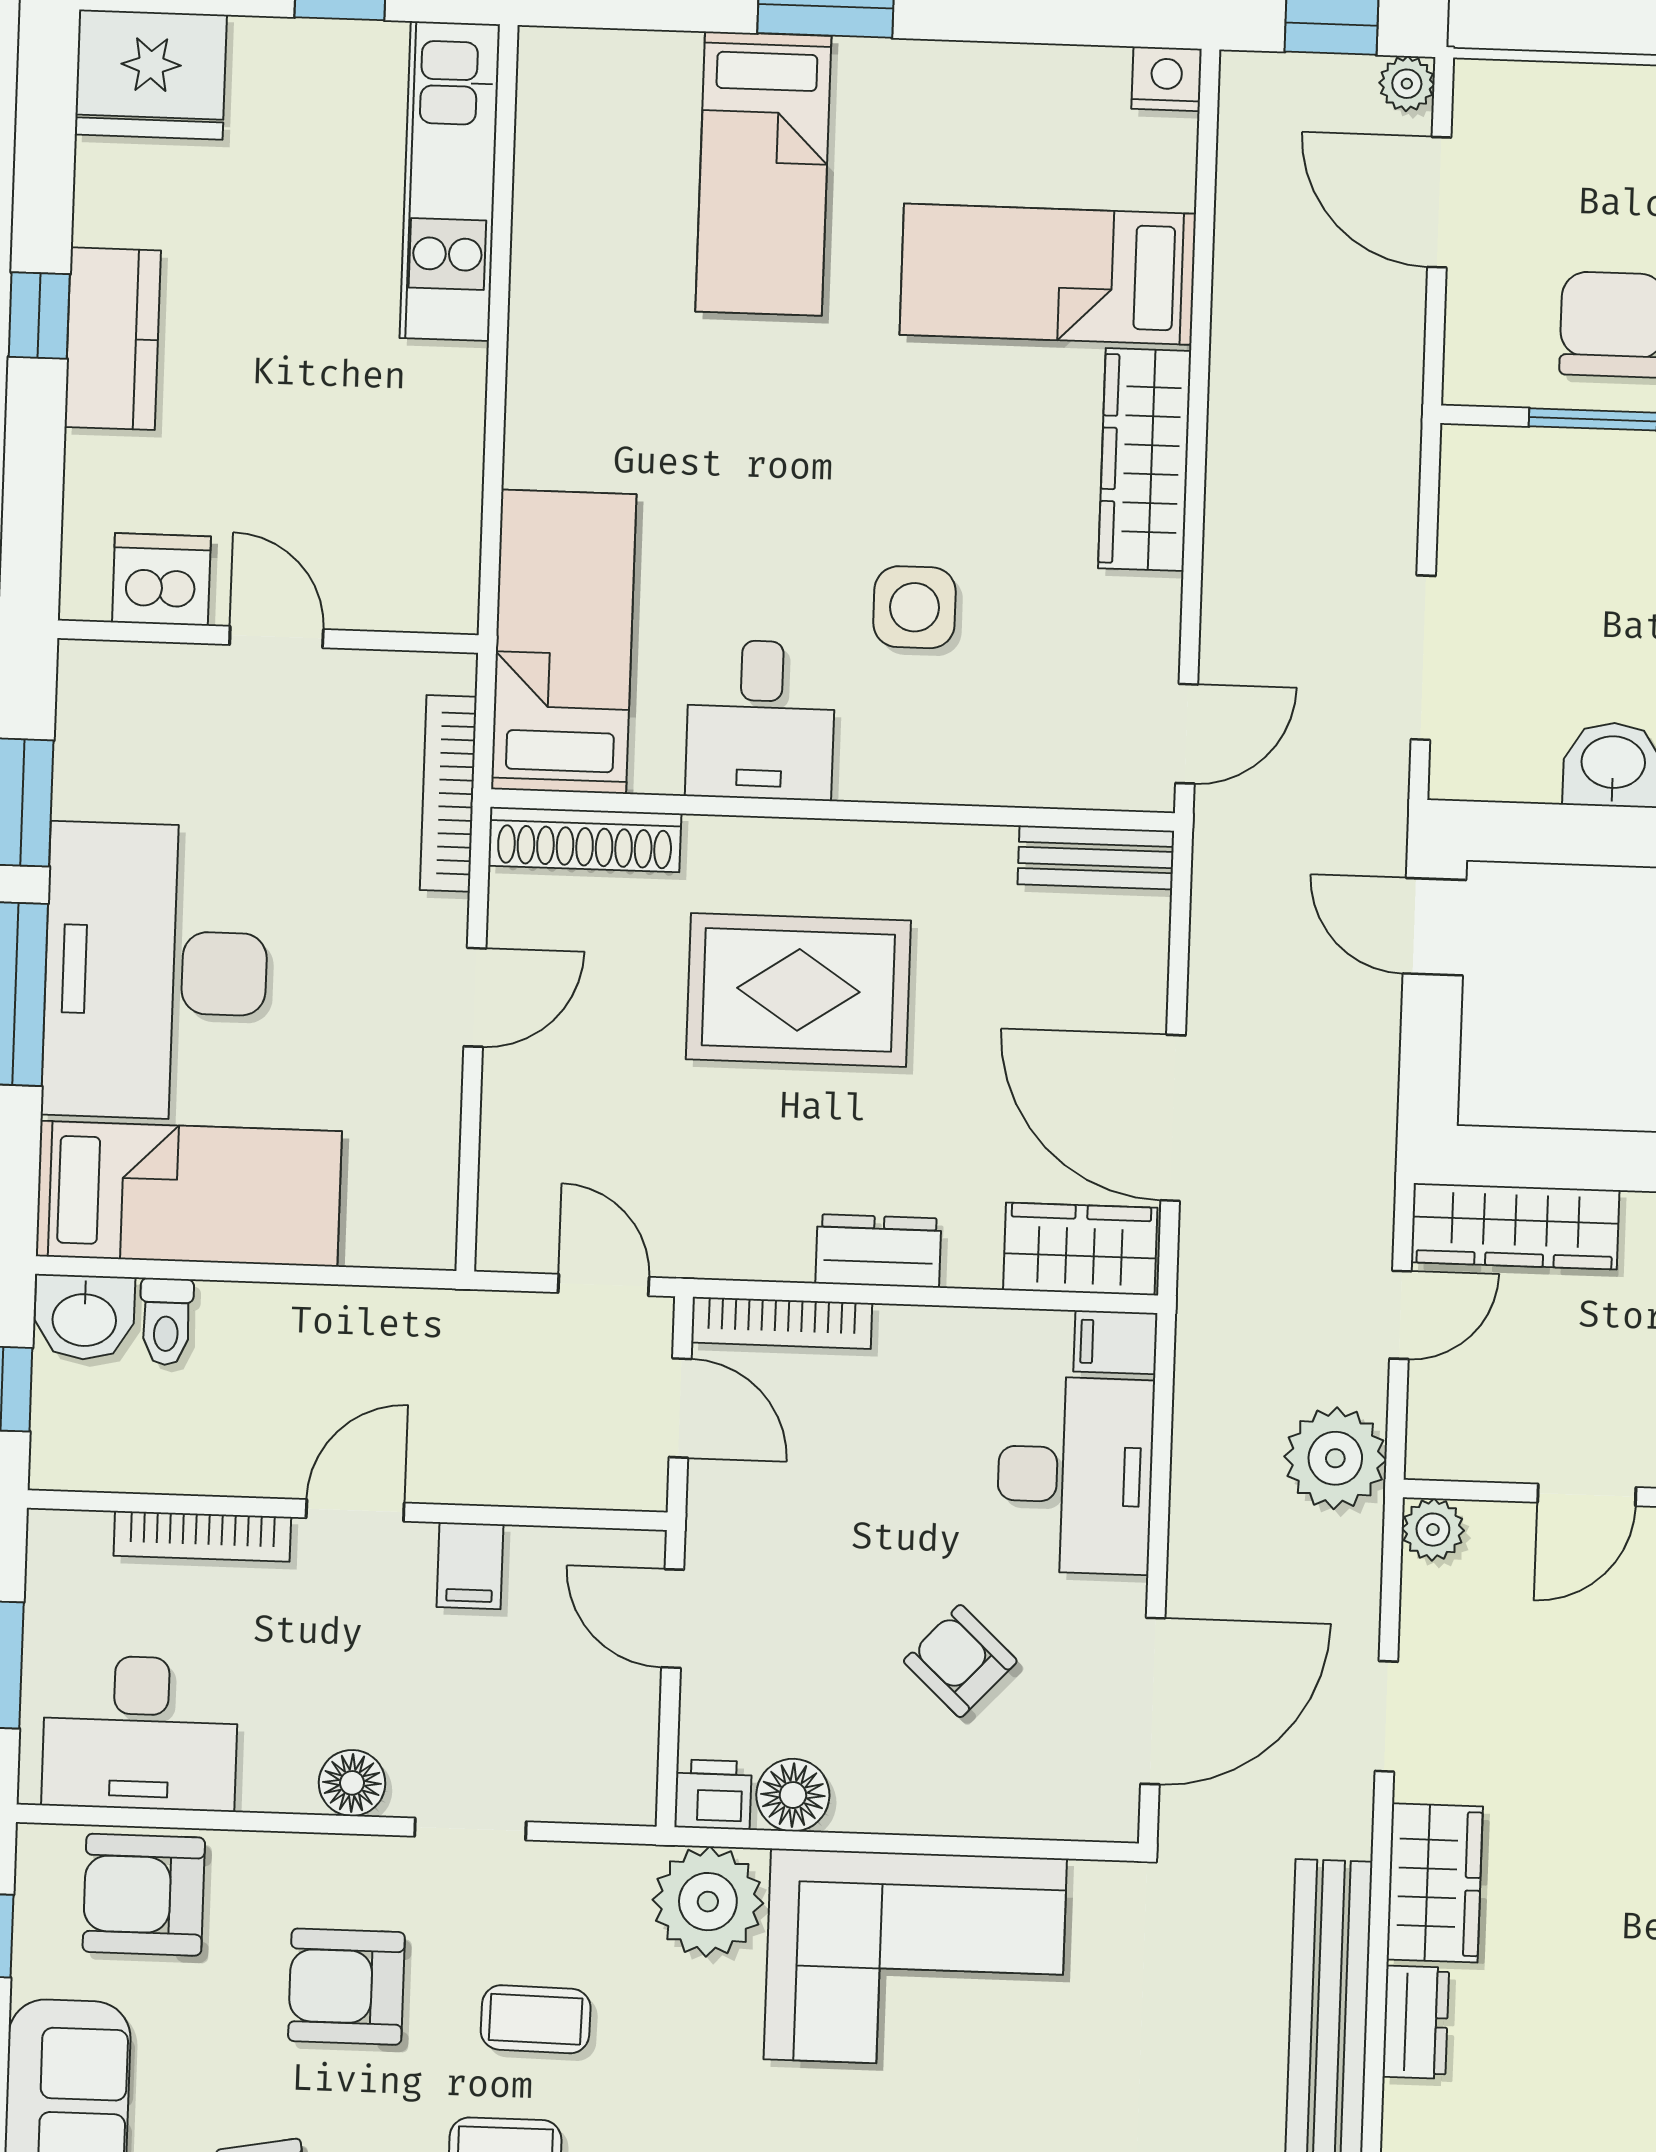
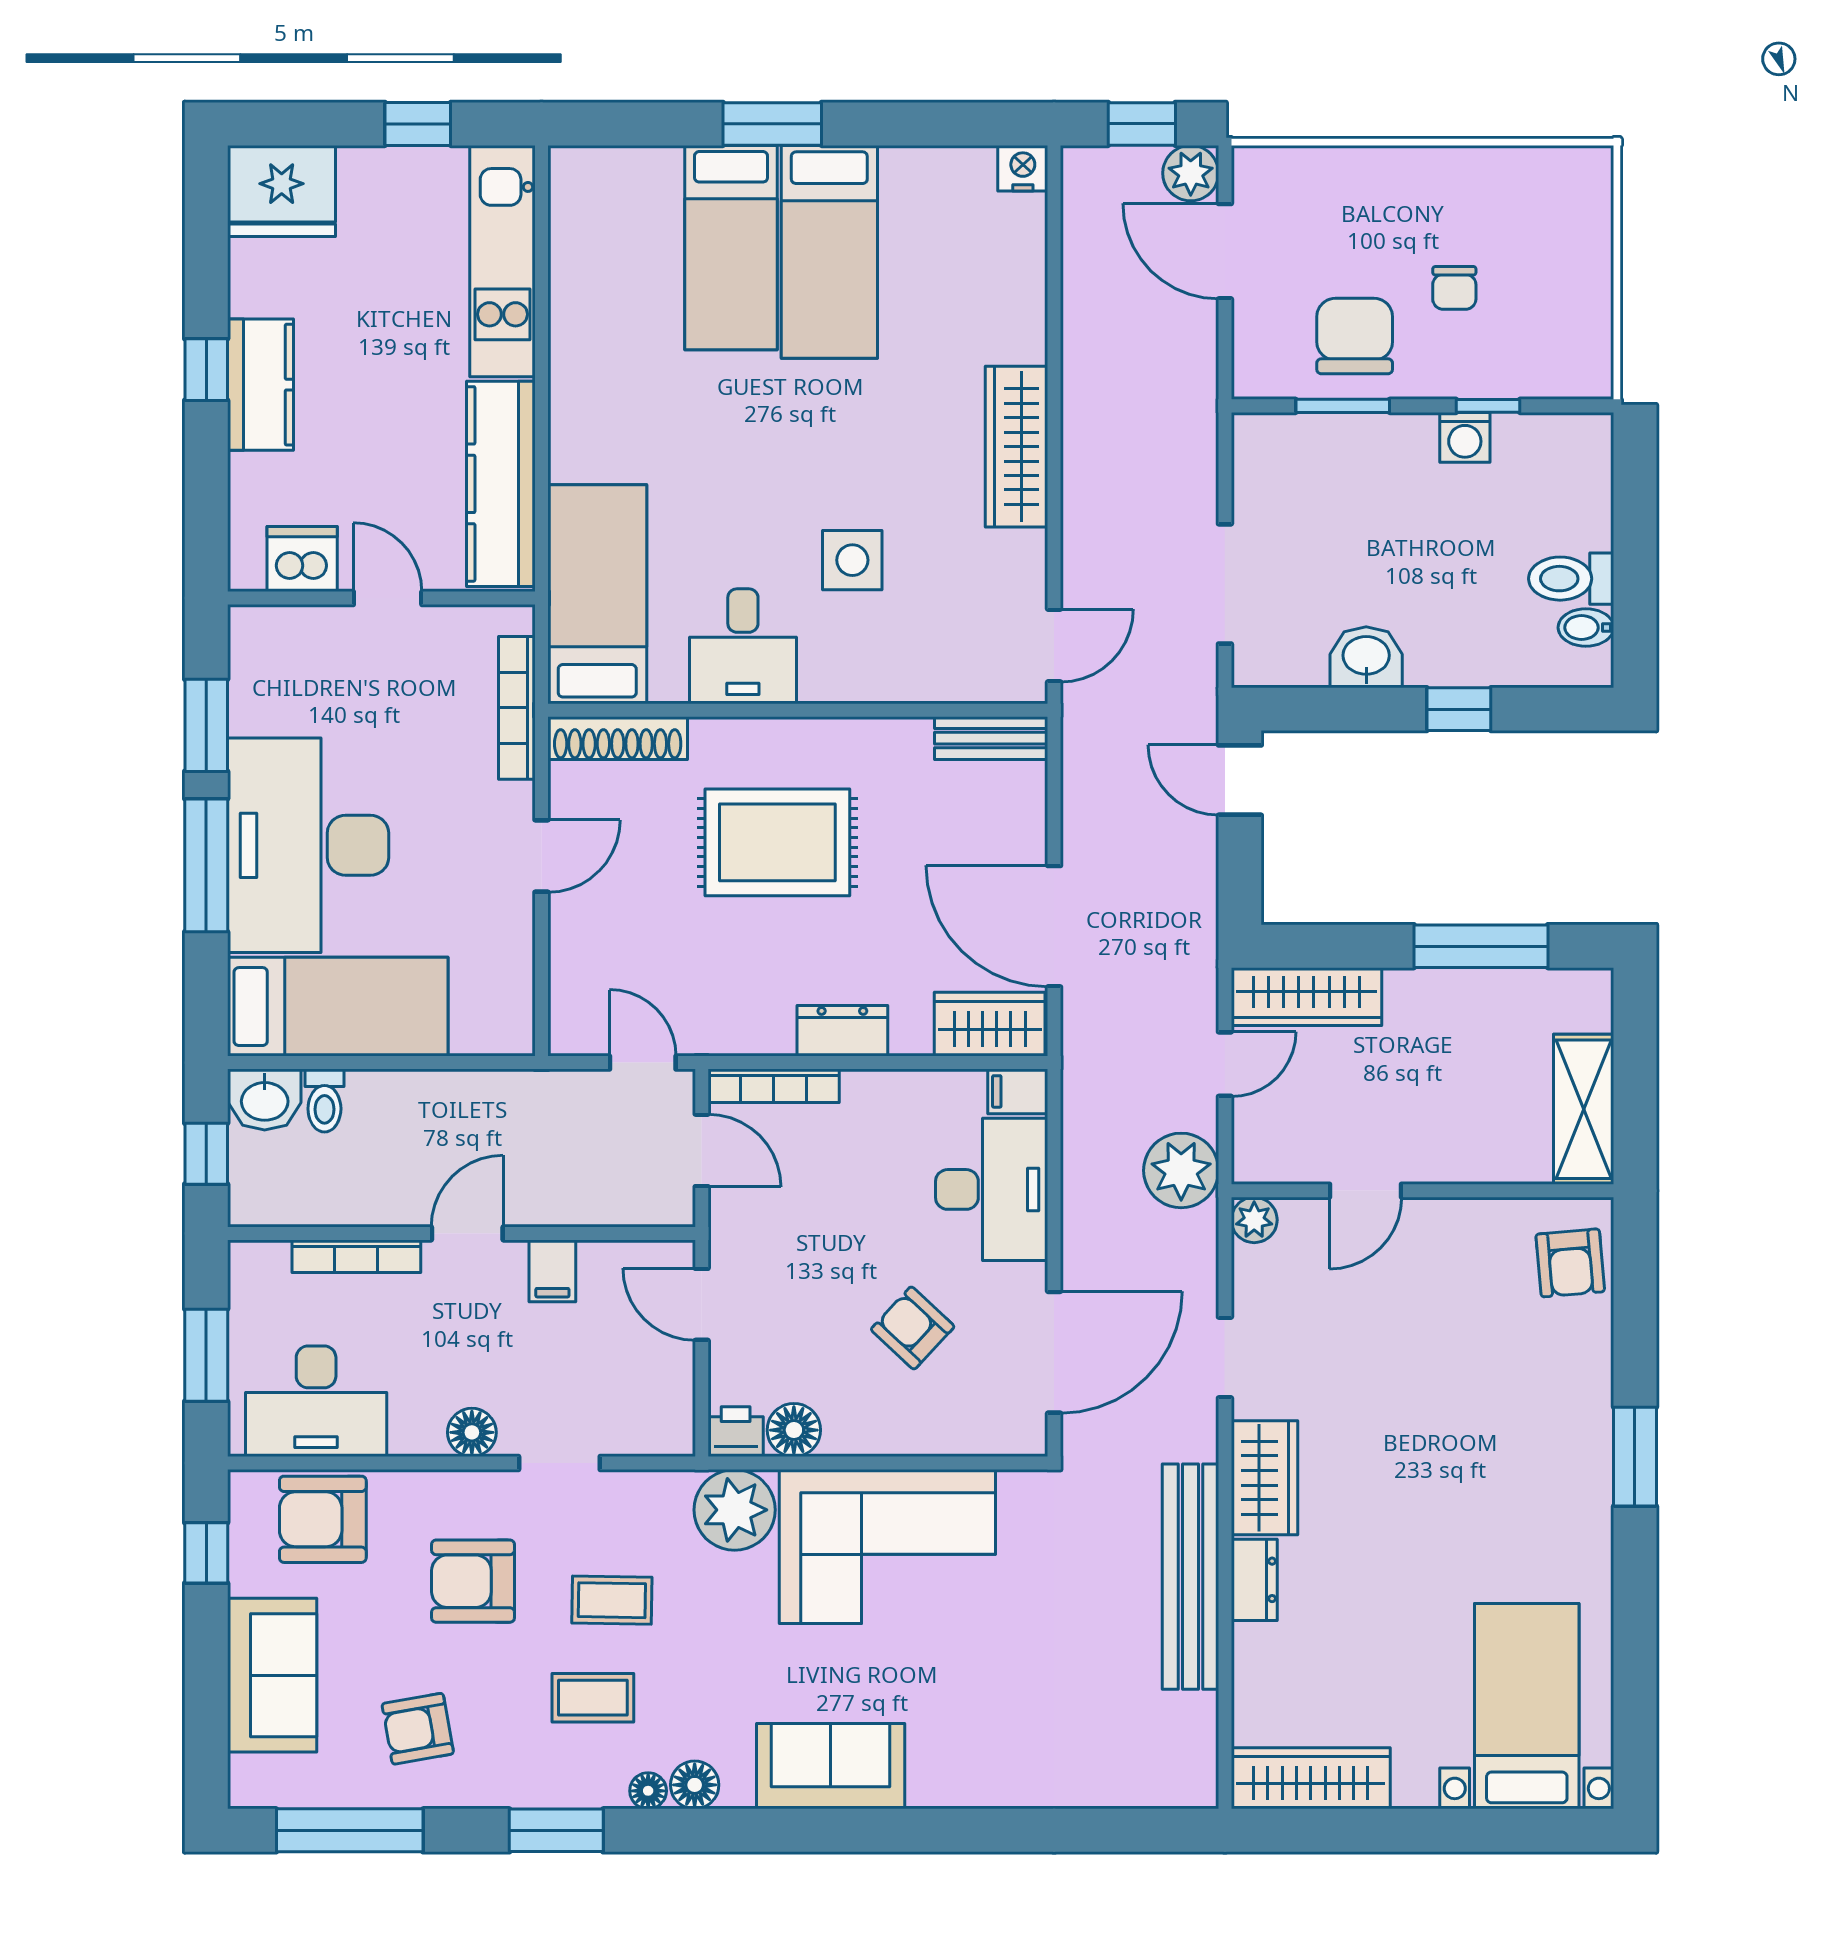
plant: (1407, 84) -> (1191, 173), width x1.38, depth x1.38
bed: (1048, 274) -> (829, 252), moved, turned -90
kitchen counter: (437, 486) -> (501, 484), added

